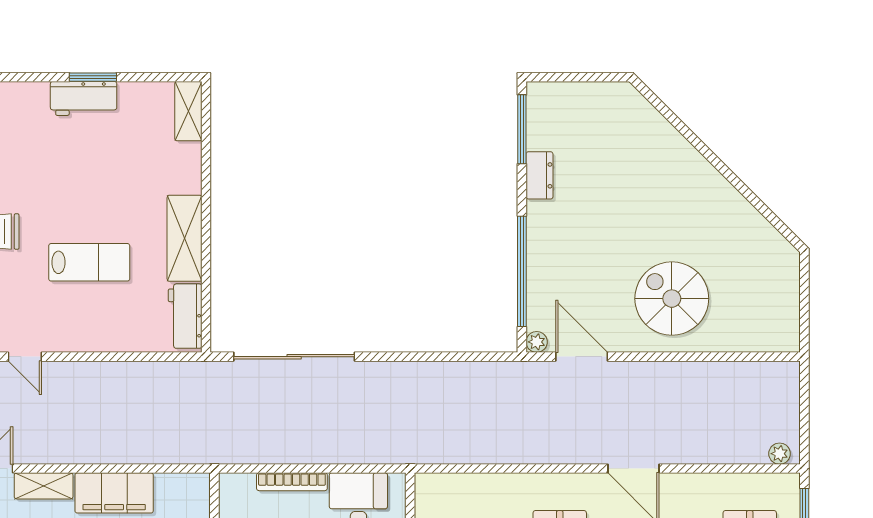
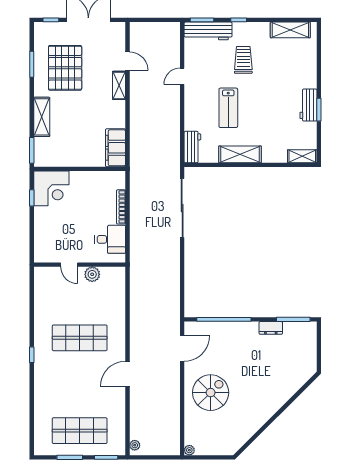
workbench: (185, 316) -> (192, 147), moved, turned 90
plant: (537, 342) -> (189, 450), moved
filing cabinet: (114, 493) -> (116, 148), moved

